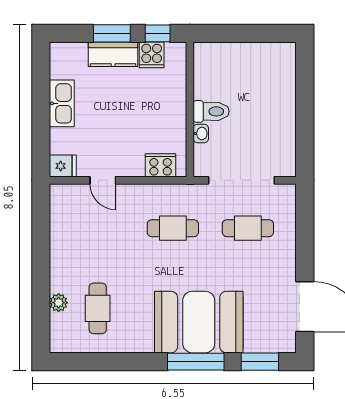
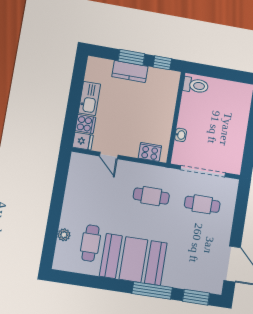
cooker: (152, 55) -> (85, 124), moved, turned -90
toilet: (211, 111) -> (196, 85), moved
booth: (199, 322) -> (133, 260), moved

